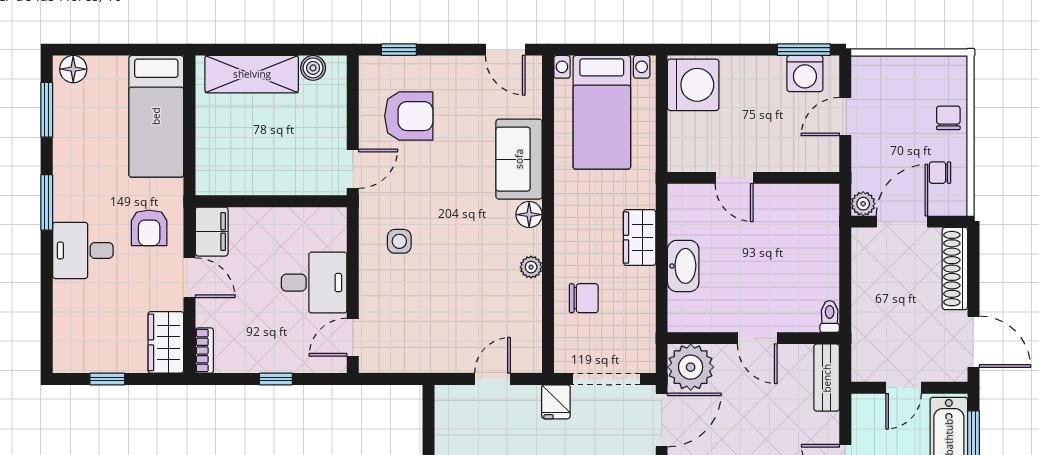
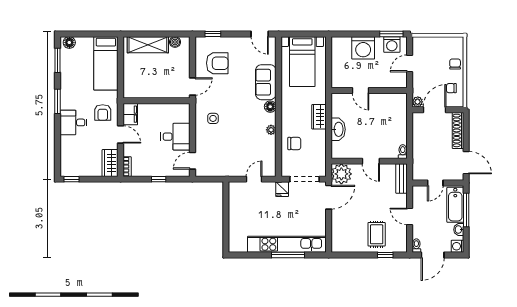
washing machine: (693, 85) -> (363, 48), moved, turned 90
window: (107, 379) -> (72, 179), moved

